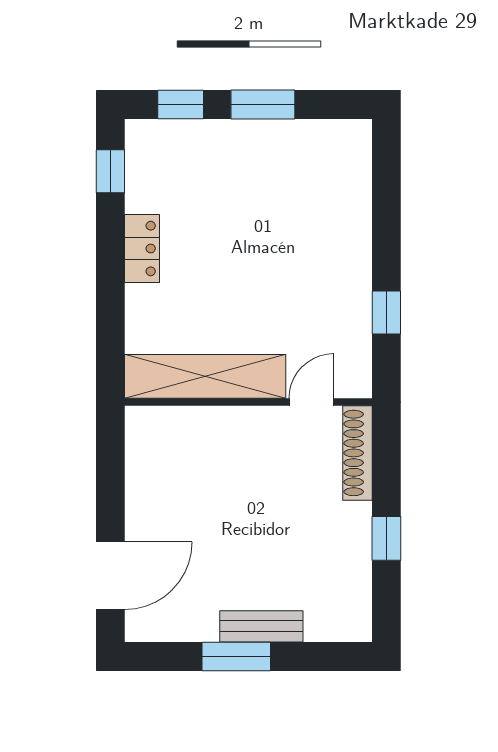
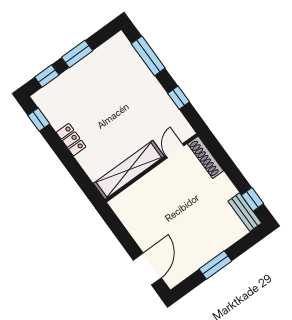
window: (386, 199) -> (148, 56), added
window: (386, 538) -> (252, 199), moved
bench: (261, 626) -> (245, 212), moved, turned 90

